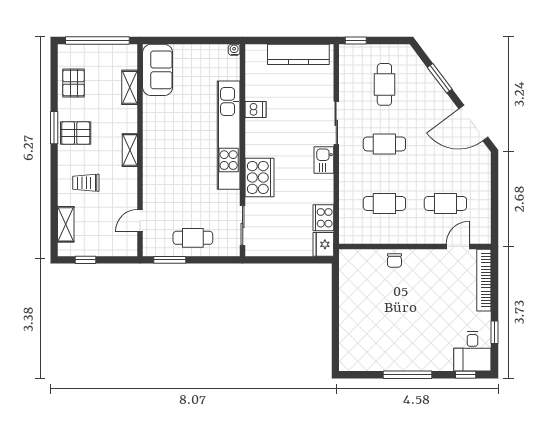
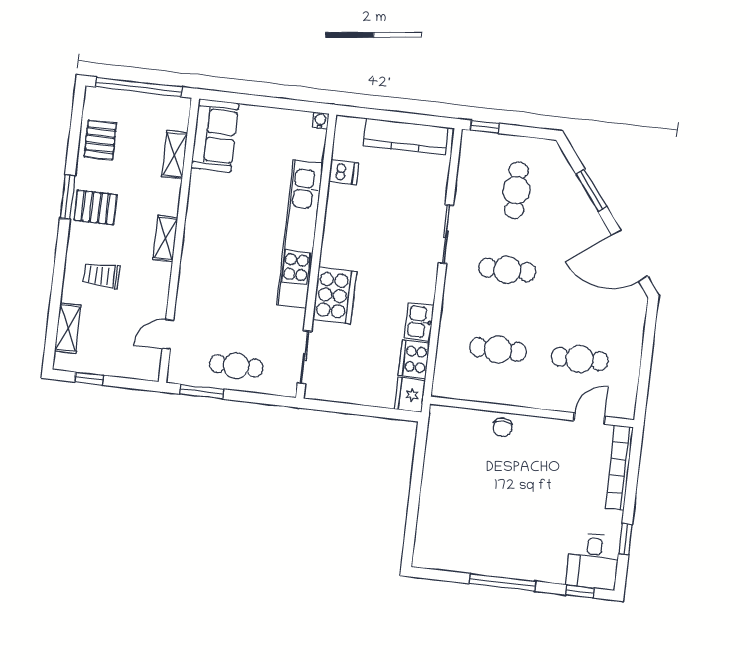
dishwasher: (256, 109) -> (344, 172), moved
kitchen sink: (324, 160) -> (419, 322), moved

